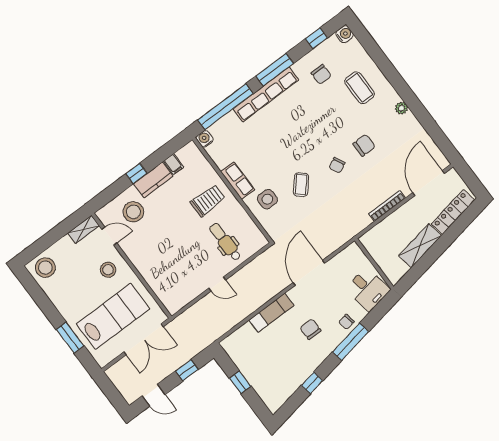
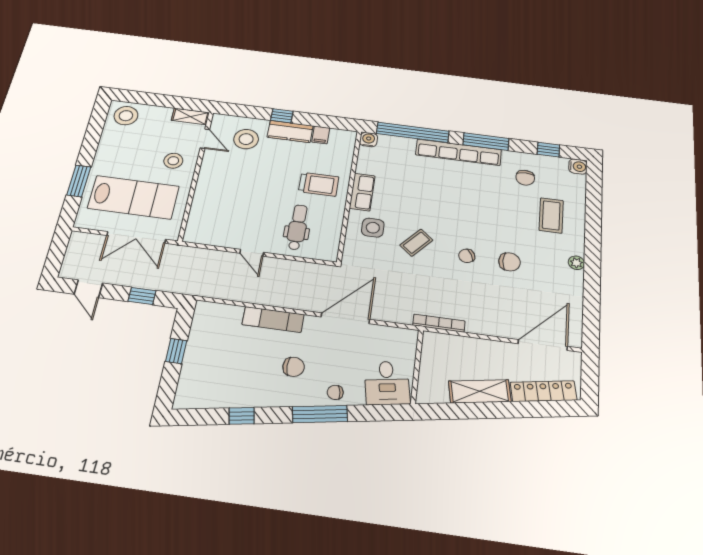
bookcase: (387, 206) -> (439, 323), moved
chair: (310, 329) -> (294, 367), turned 90

